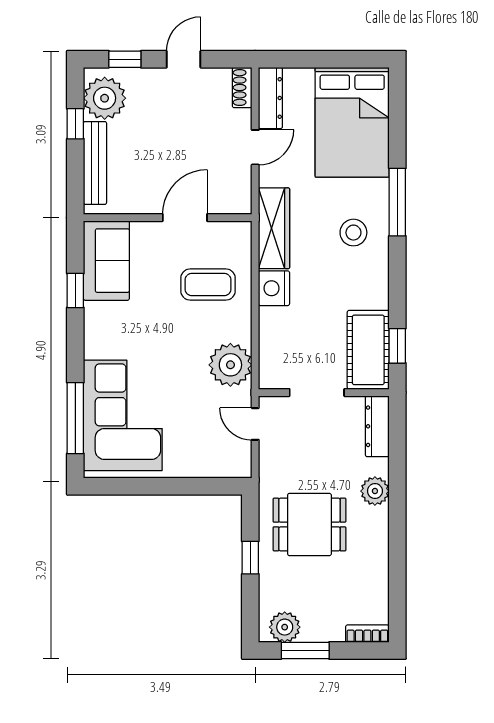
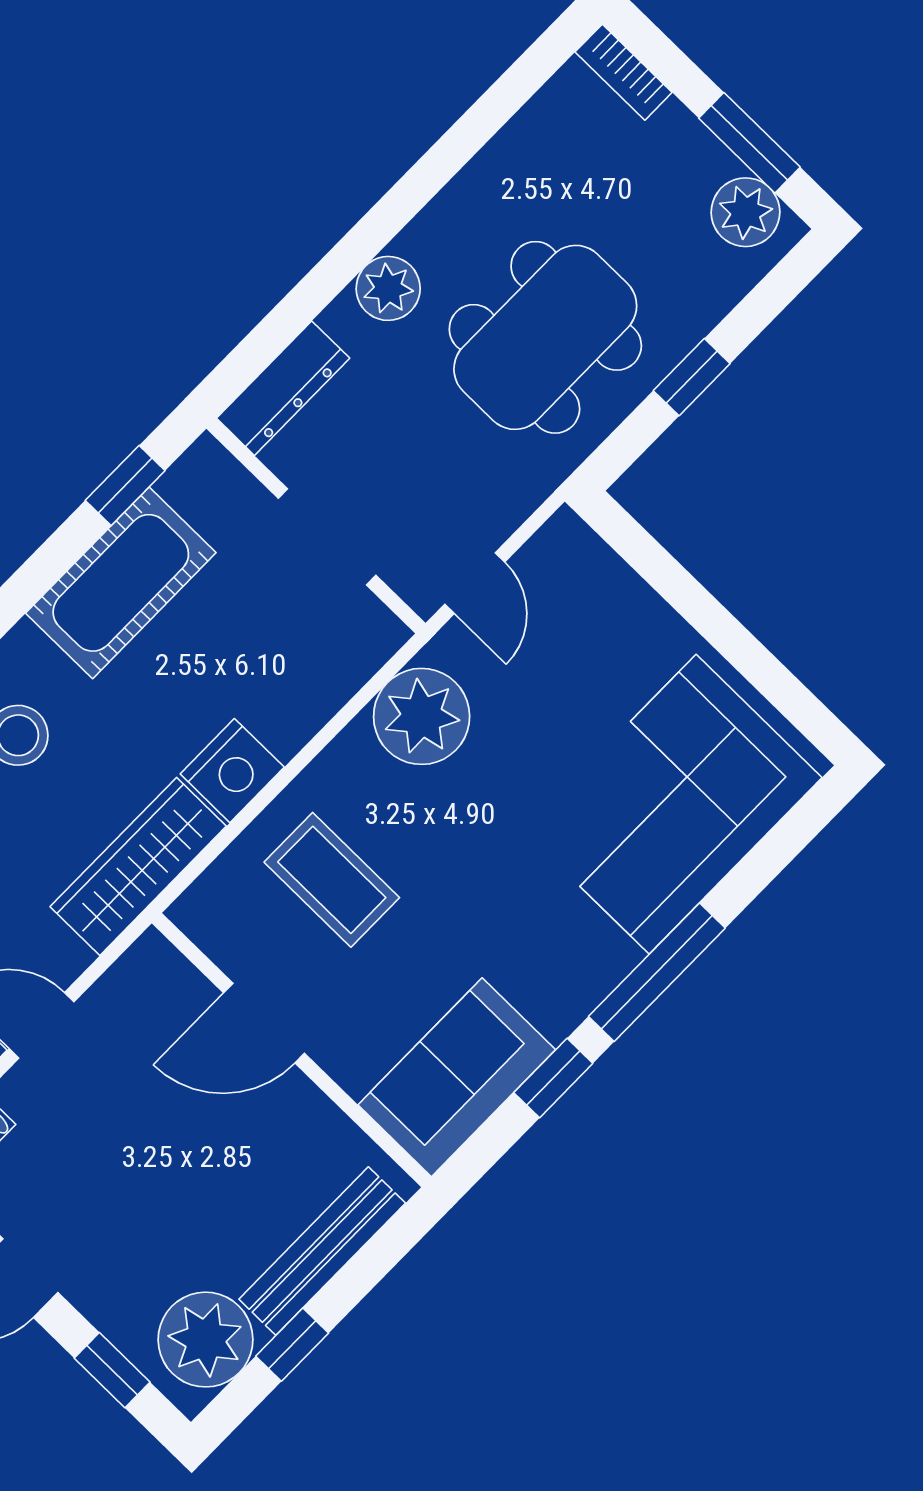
cot: (368, 350) -> (121, 583), moved
window: (75, 418) -> (657, 972), moved
dining table: (309, 525) -> (545, 337), width x1.38

